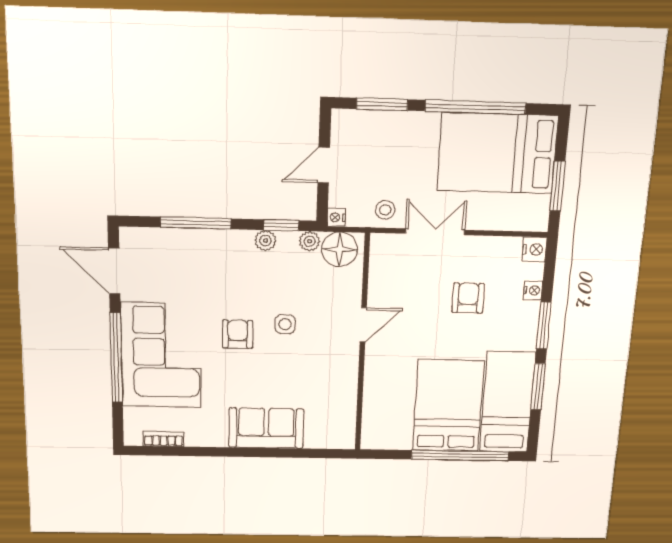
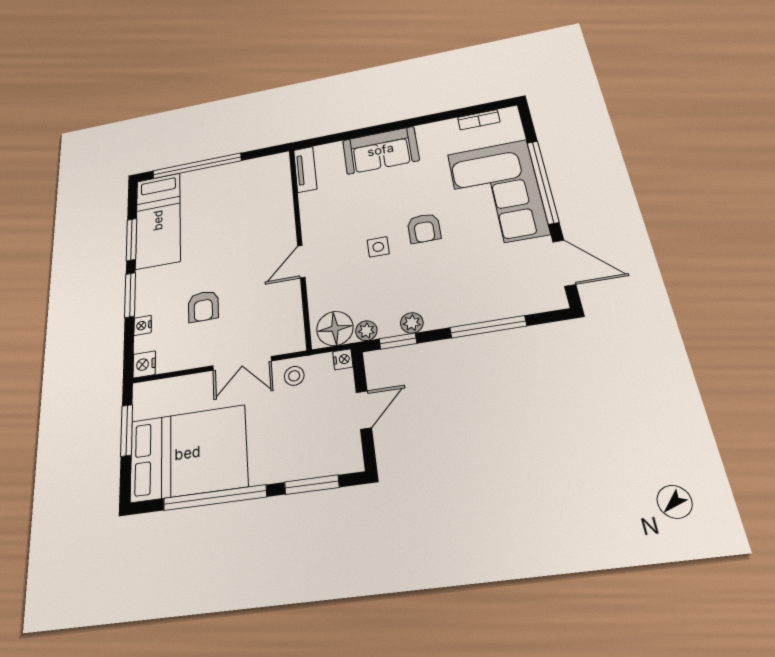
bed: (448, 406) -> (212, 206), removed
tv unit: (346, 425) -> (305, 169), added

